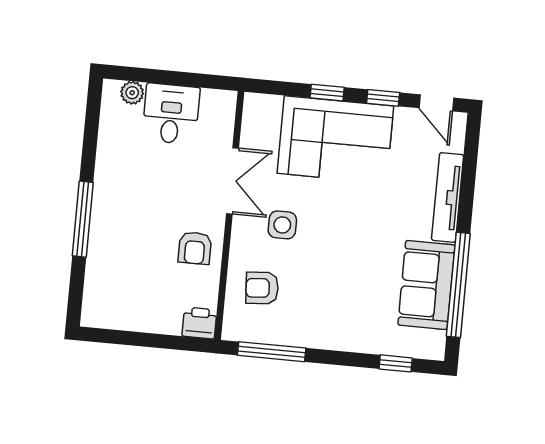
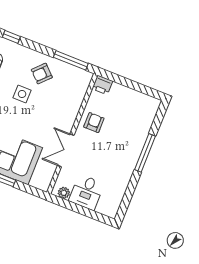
plant: (132, 93) -> (64, 193), moved
side table: (282, 225) -> (22, 94), moved
armchair: (262, 288) -> (42, 74), moved, turned 138

